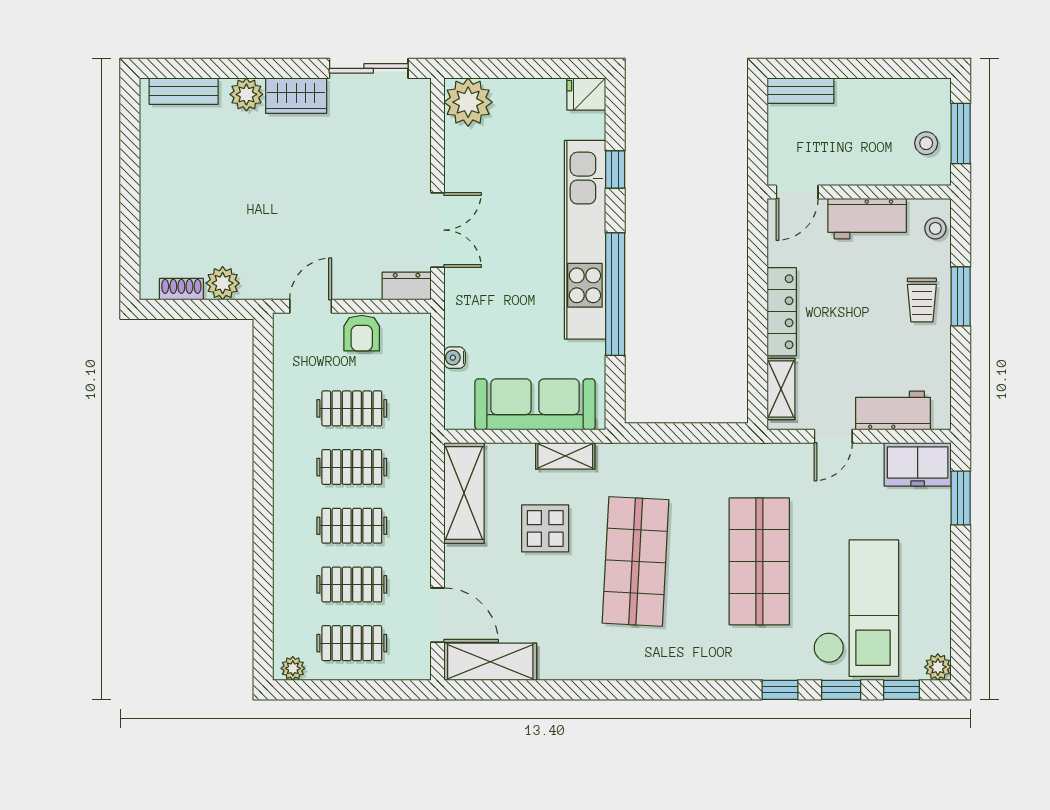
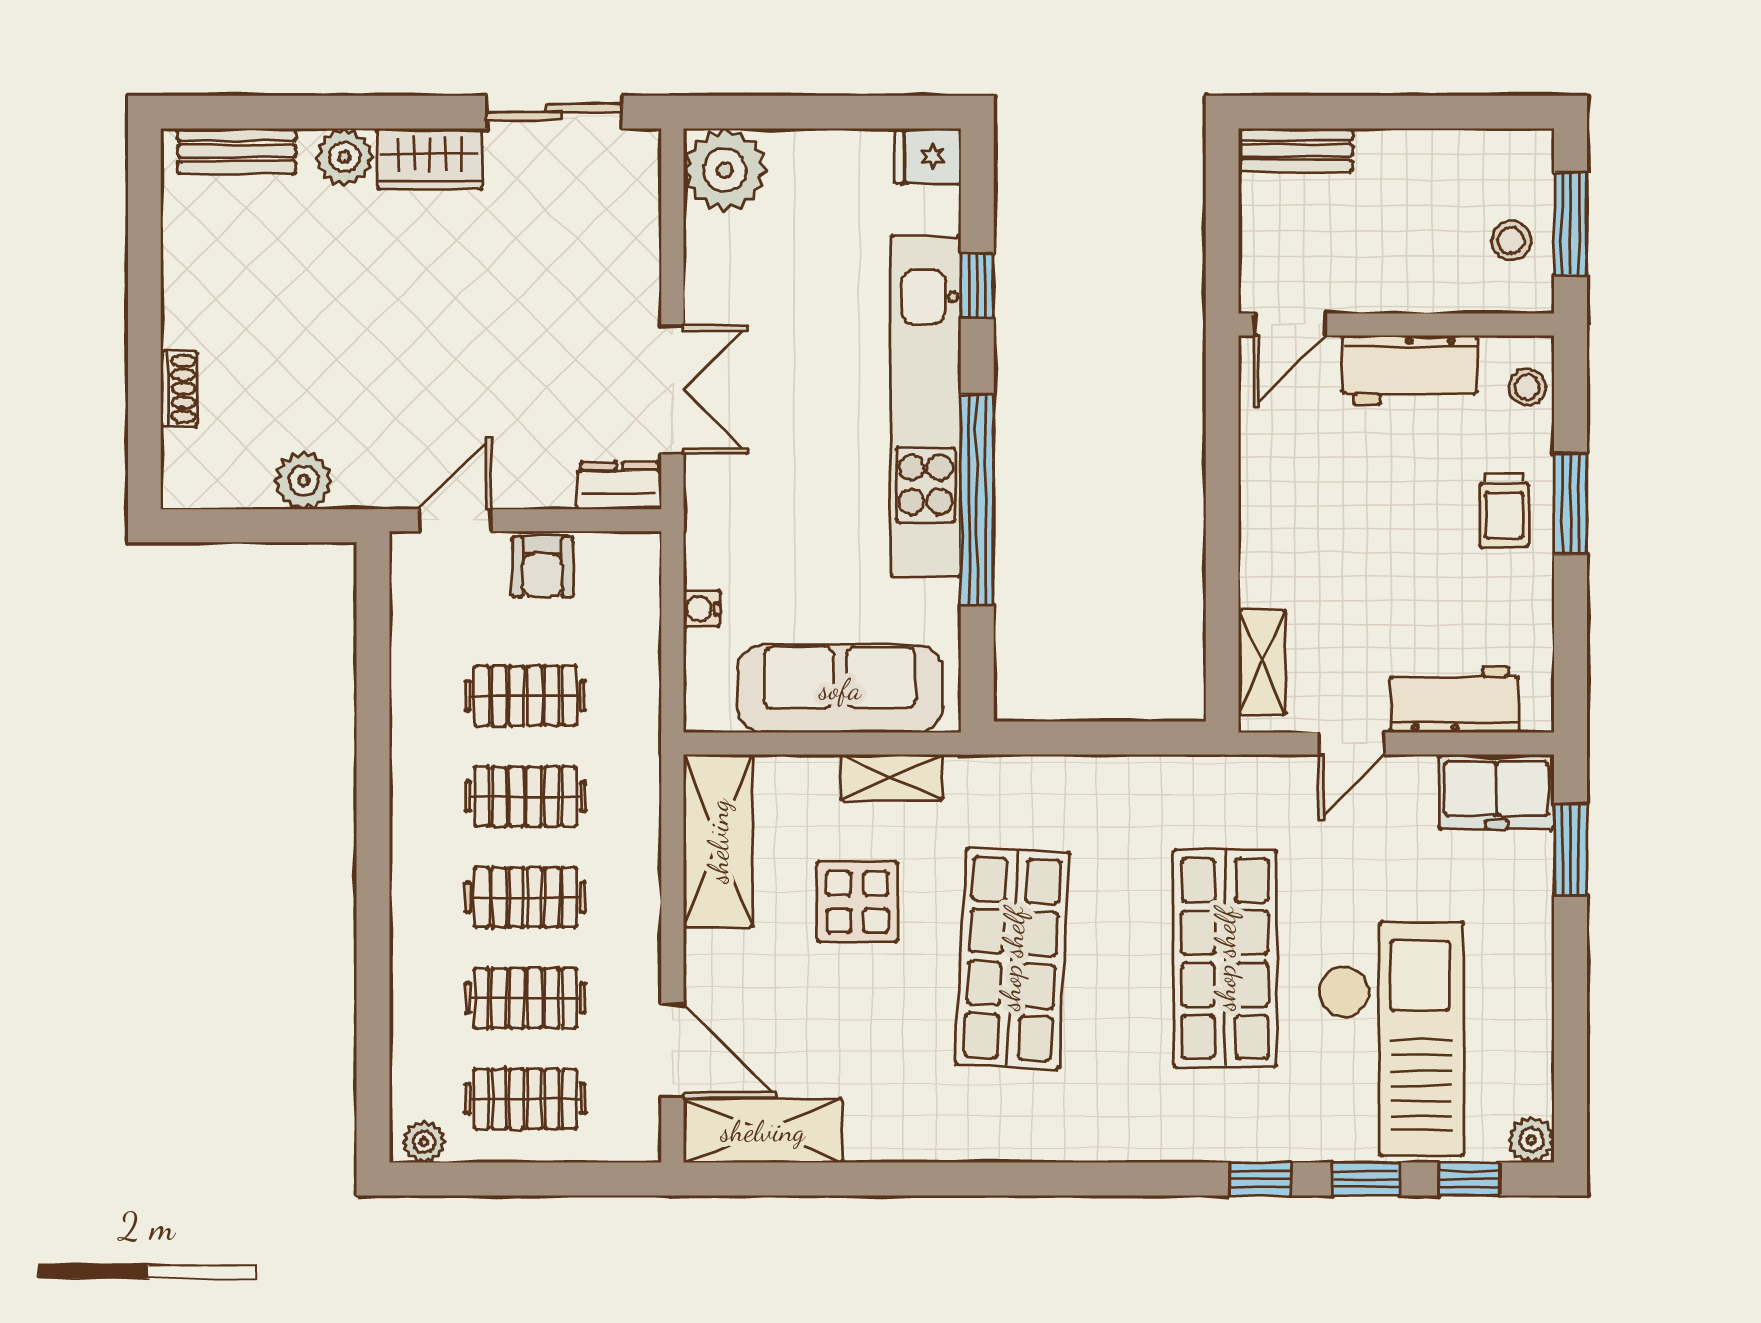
shoe rack: (181, 289) -> (179, 389), moved, turned 90
locker: (782, 312) -> (1263, 530), removed

